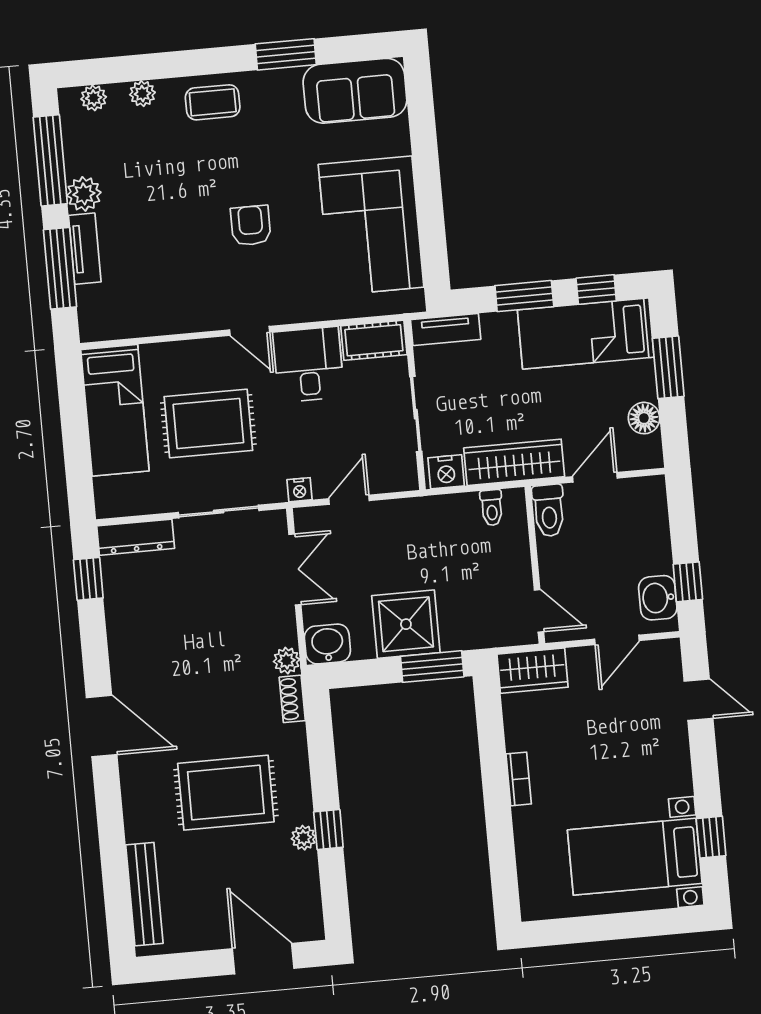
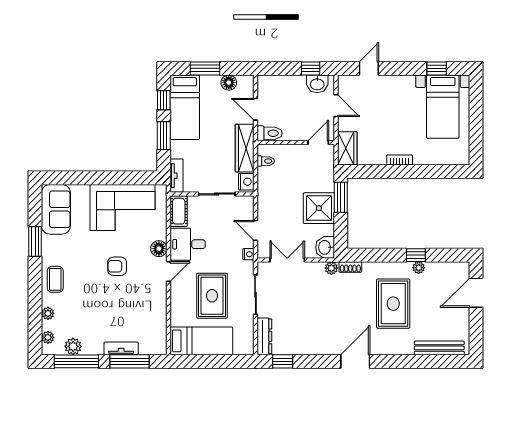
plant: (84, 194) -> (73, 346), moved
floor lamp: (294, 307) -> (159, 249), added

